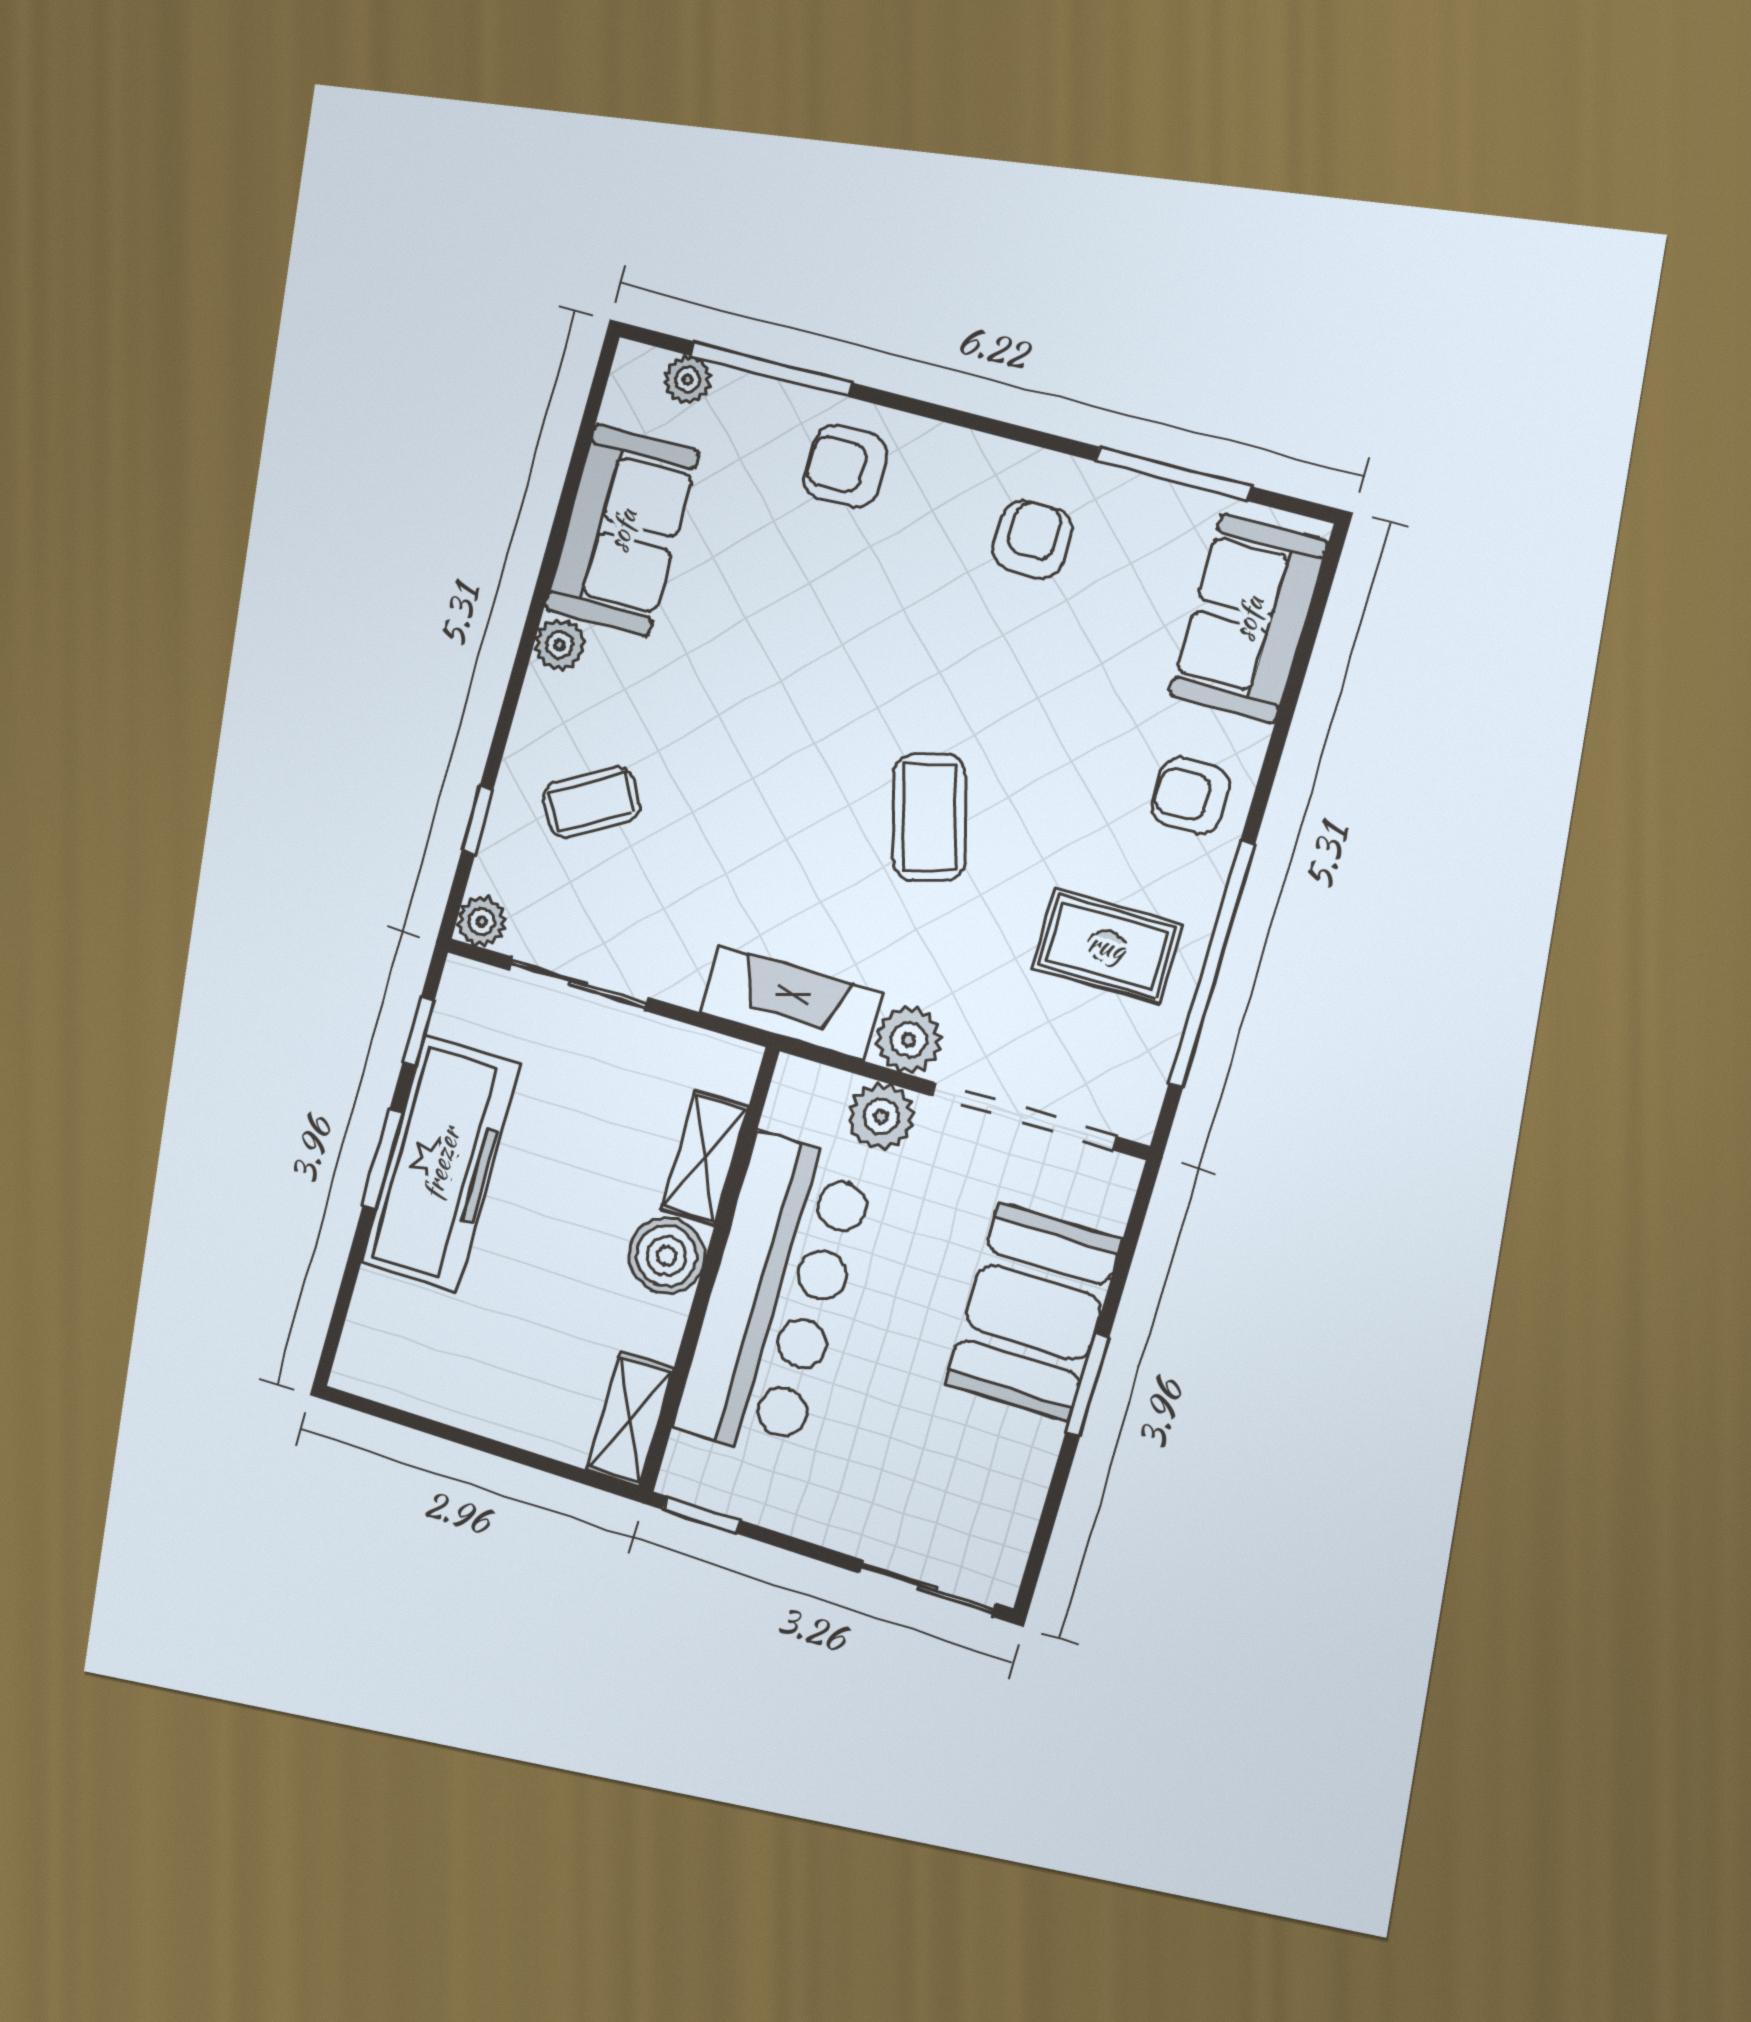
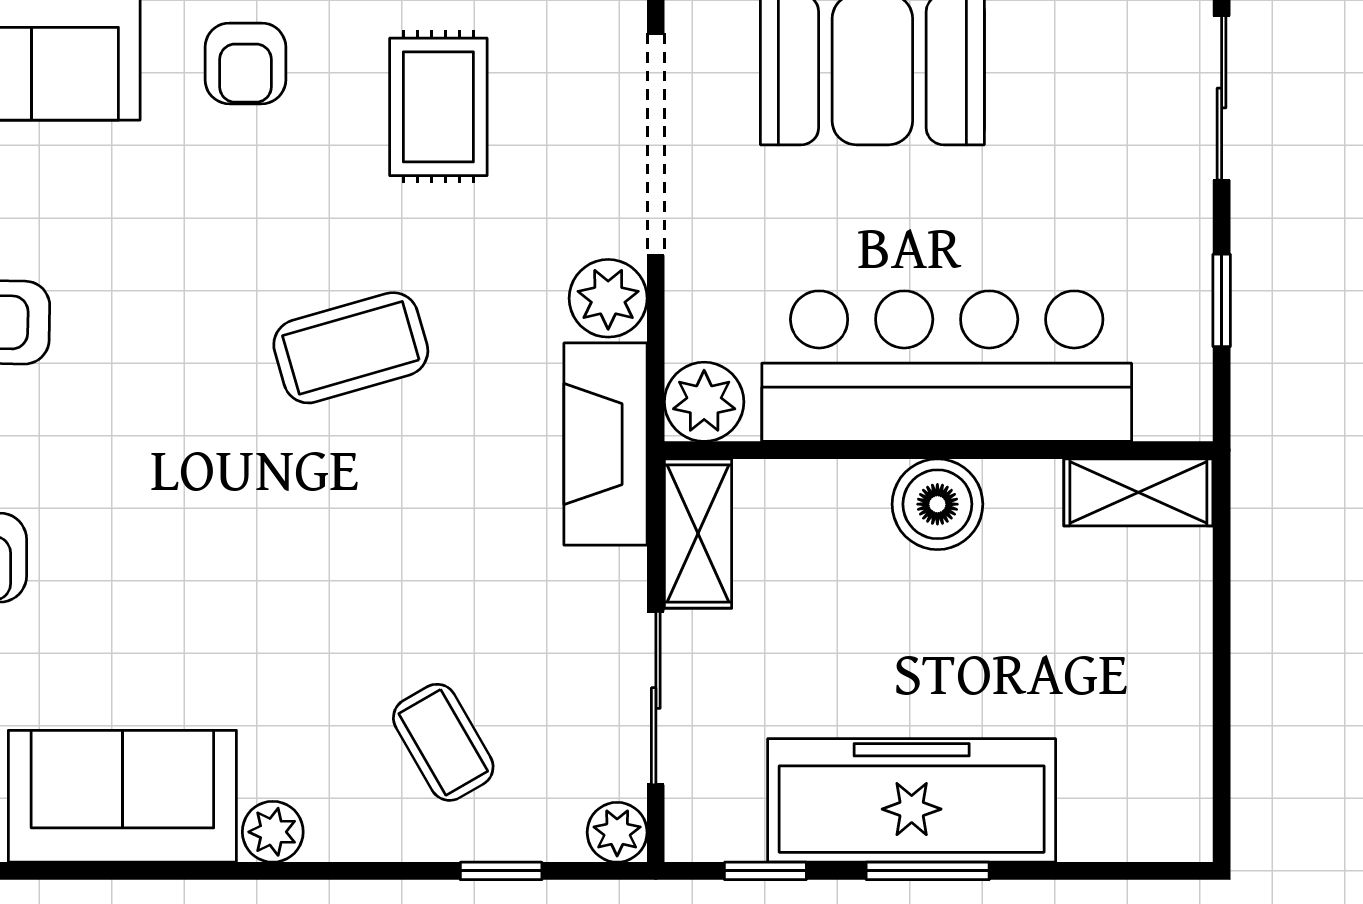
plant: (881, 1117) -> (704, 402), moved
shelving: (705, 1158) -> (698, 534), moved, turned 90
window: (702, 1515) -> (1222, 300), moved

